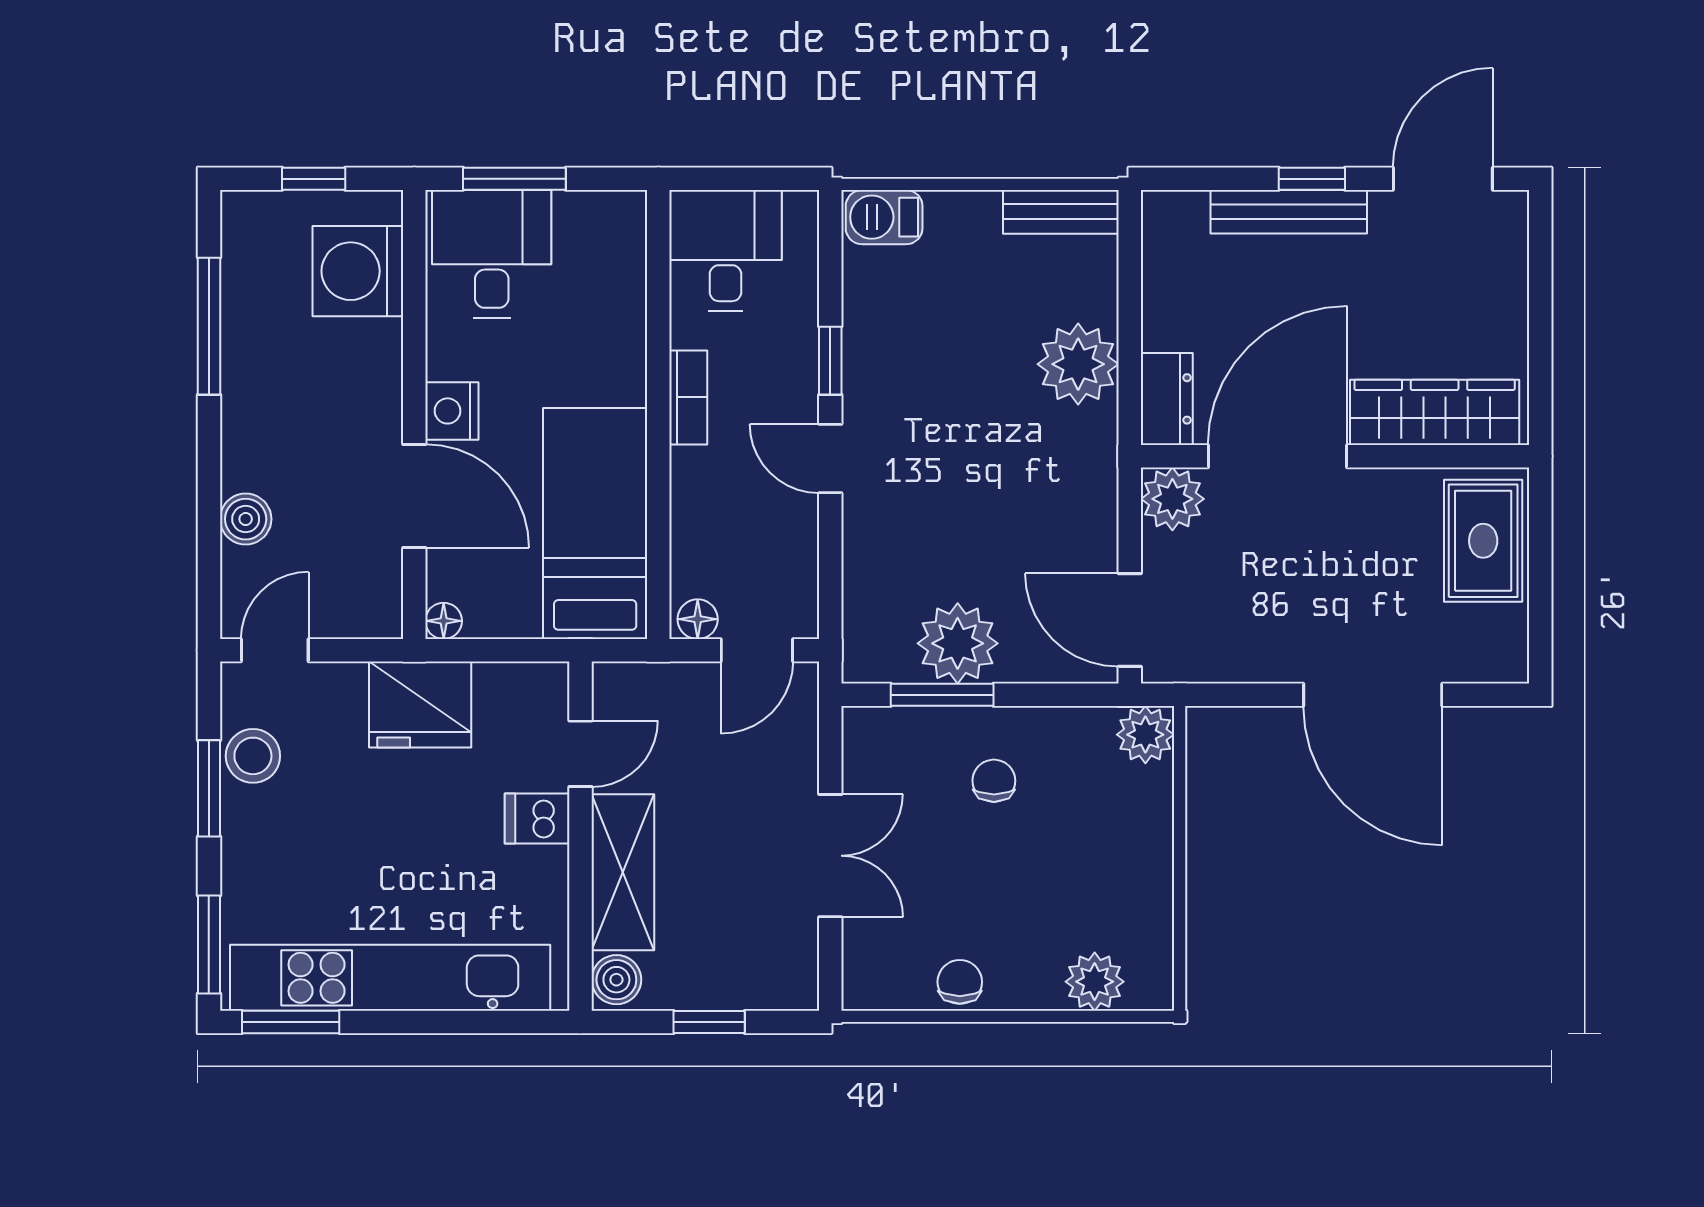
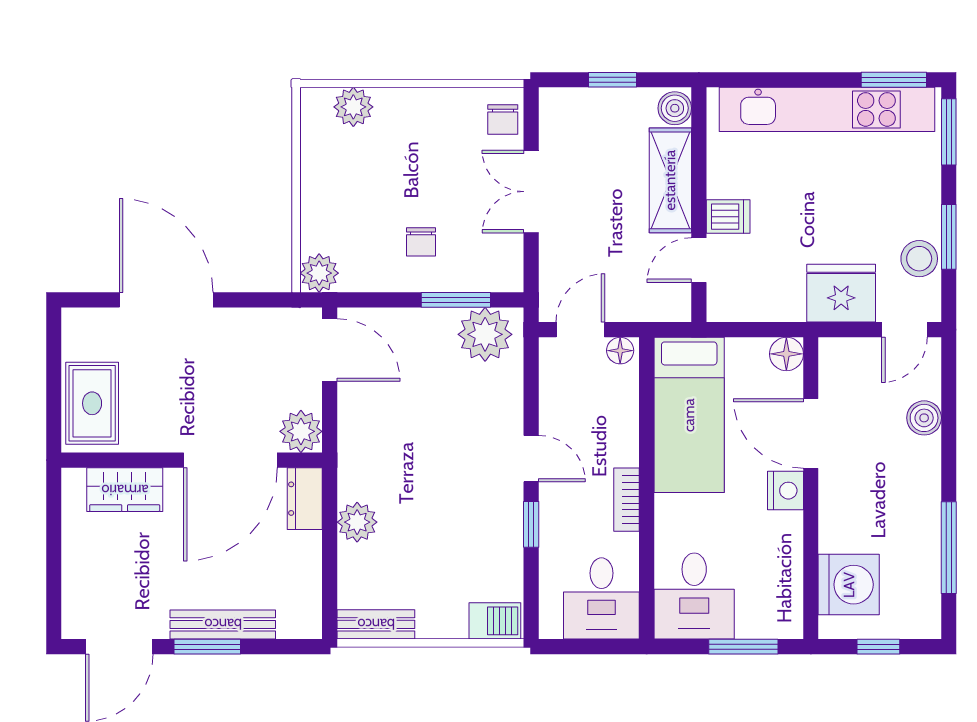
window: (1312, 179) -> (207, 647), width x1.50
desk: (492, 254) -> (694, 596), moved
plant: (1078, 364) -> (357, 522), width x0.73, depth x0.73
wardrobe: (1435, 412) -> (125, 490), width x0.67
floor lamp: (444, 621) -> (786, 354), width x1.37, depth x1.37
plant: (958, 643) -> (485, 334), moved
fridge: (420, 705) -> (841, 293), moved
chair: (960, 982) -> (503, 120), moved

